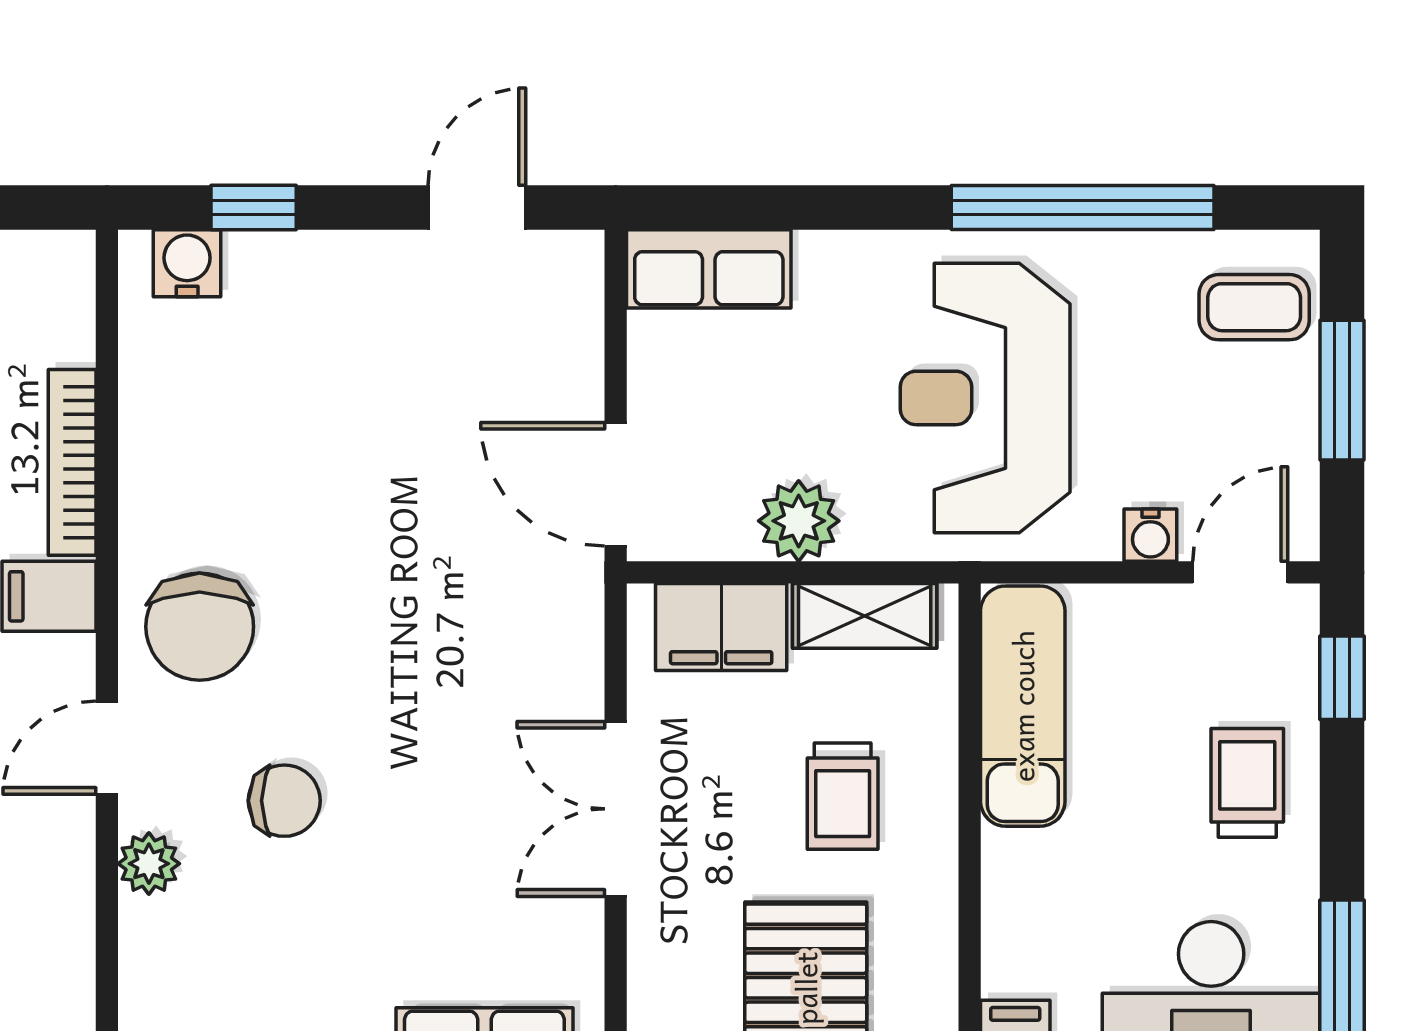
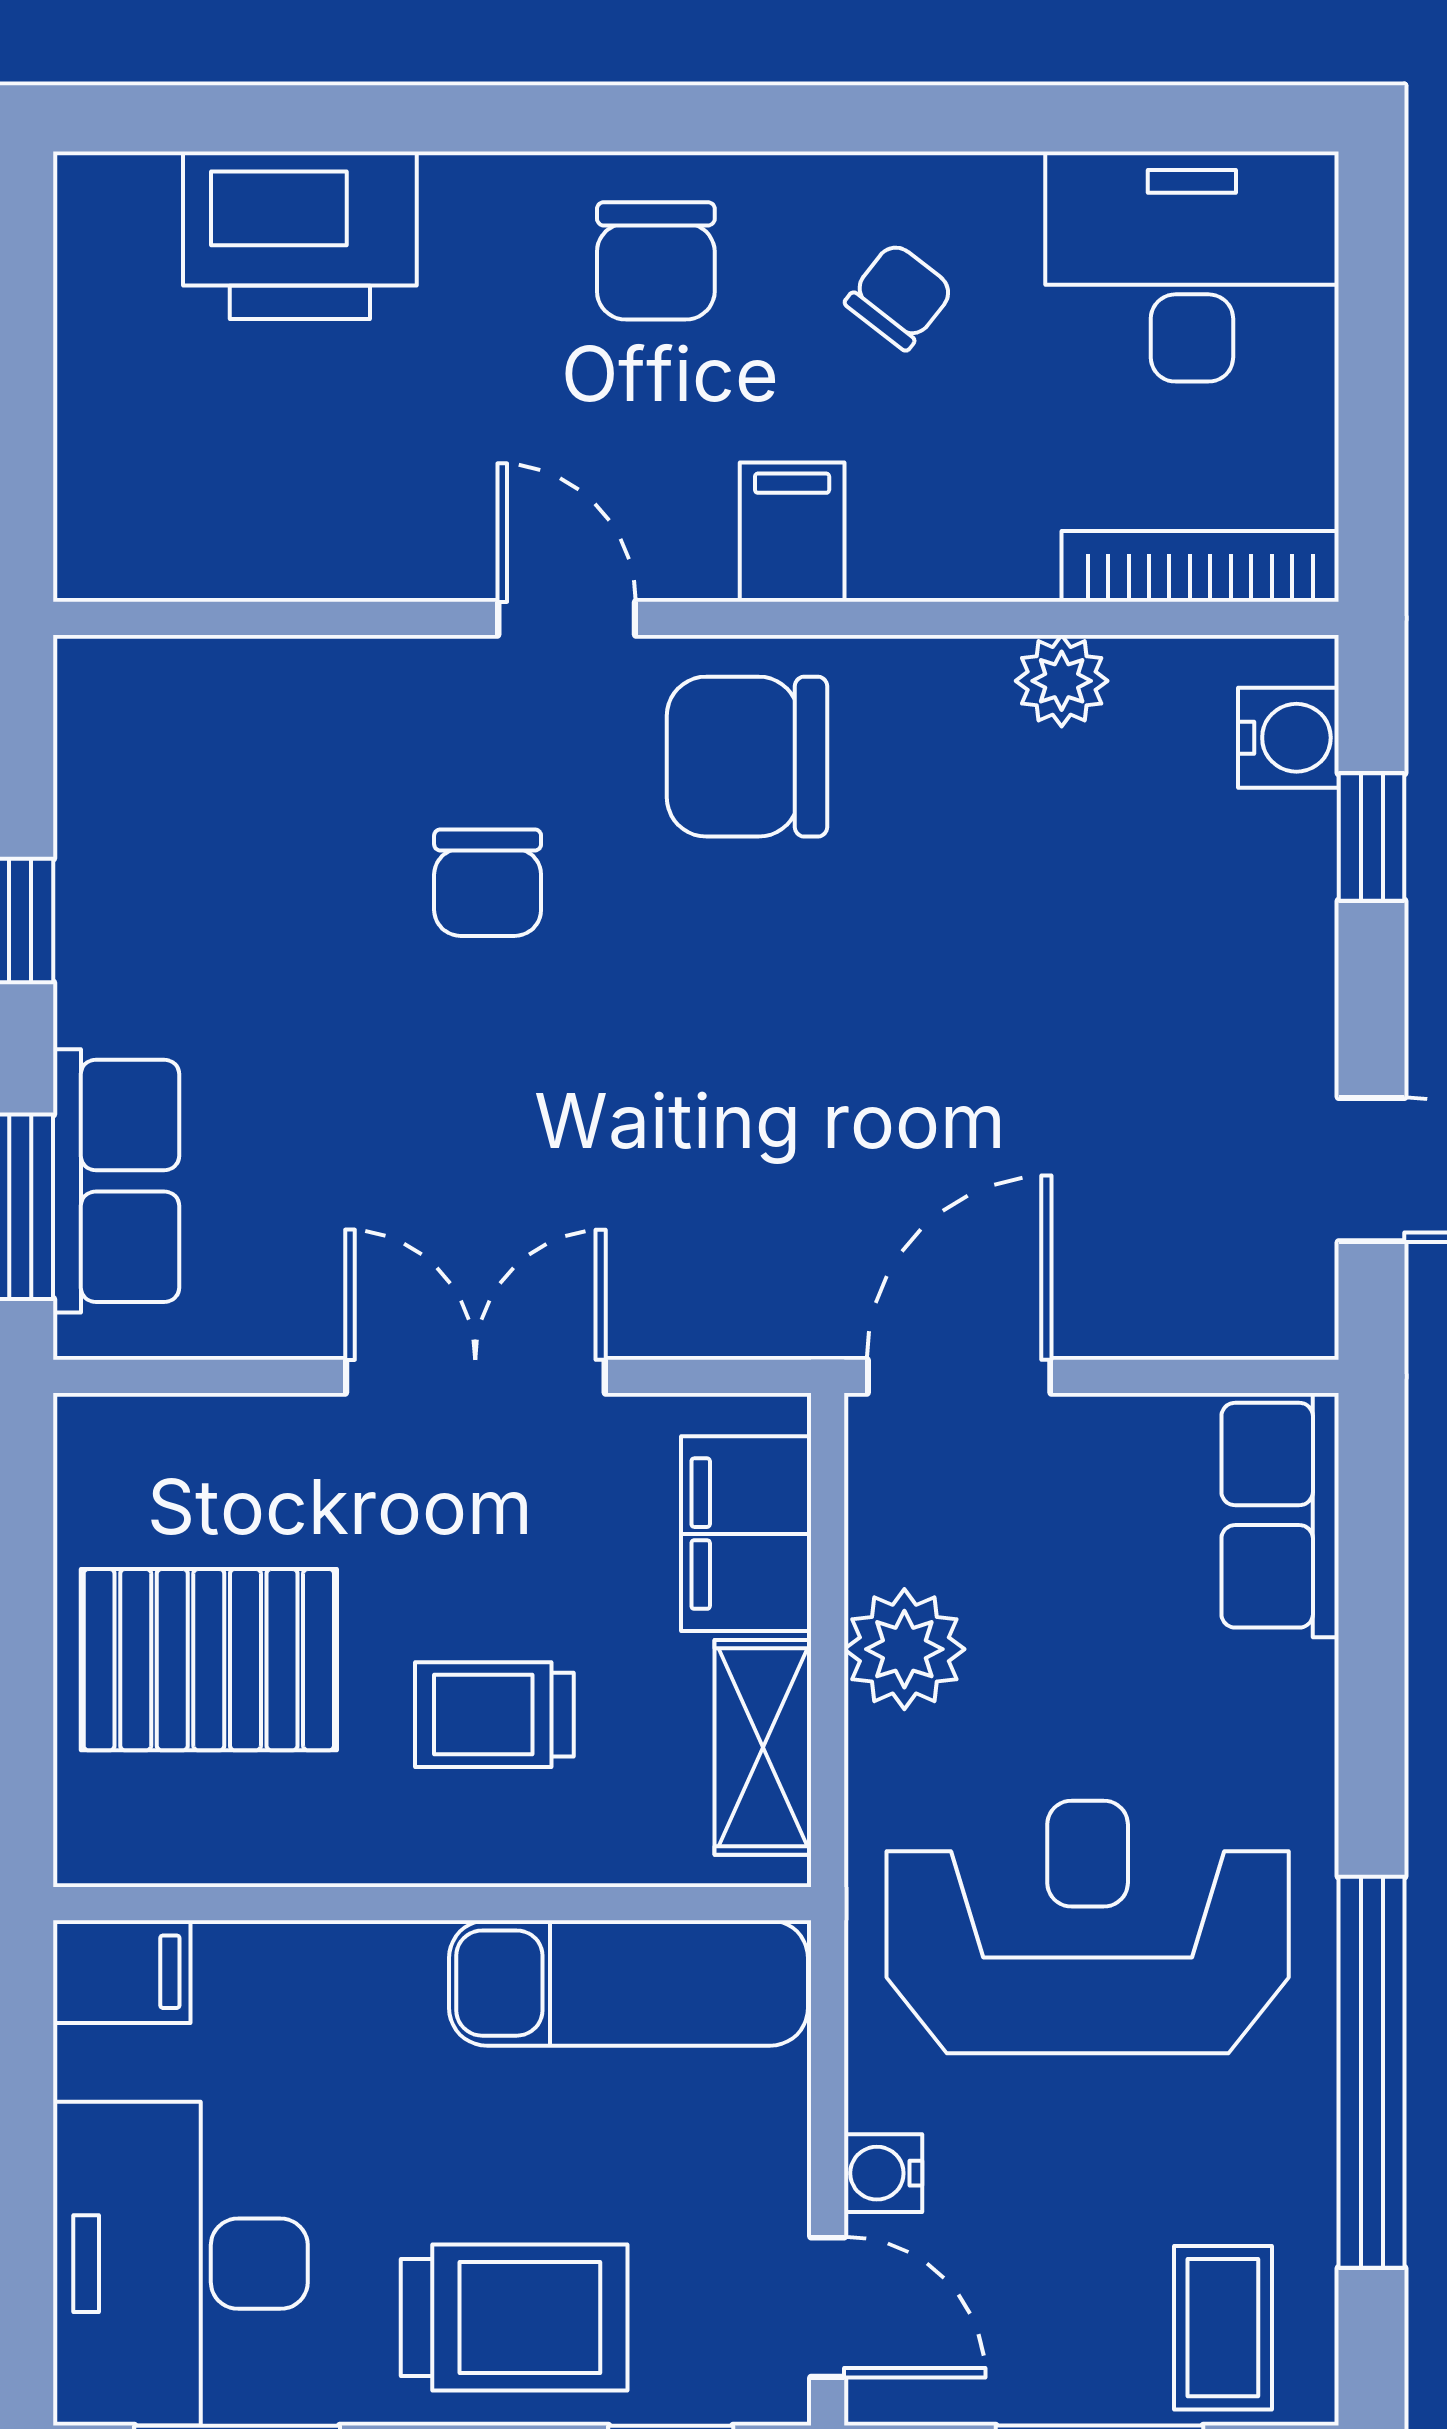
bookcase: (72, 462) -> (1200, 566), moved
trolley: (1247, 783) -> (514, 2317), width x1.36, depth x1.39
plant: (149, 864) -> (1062, 681), moved

